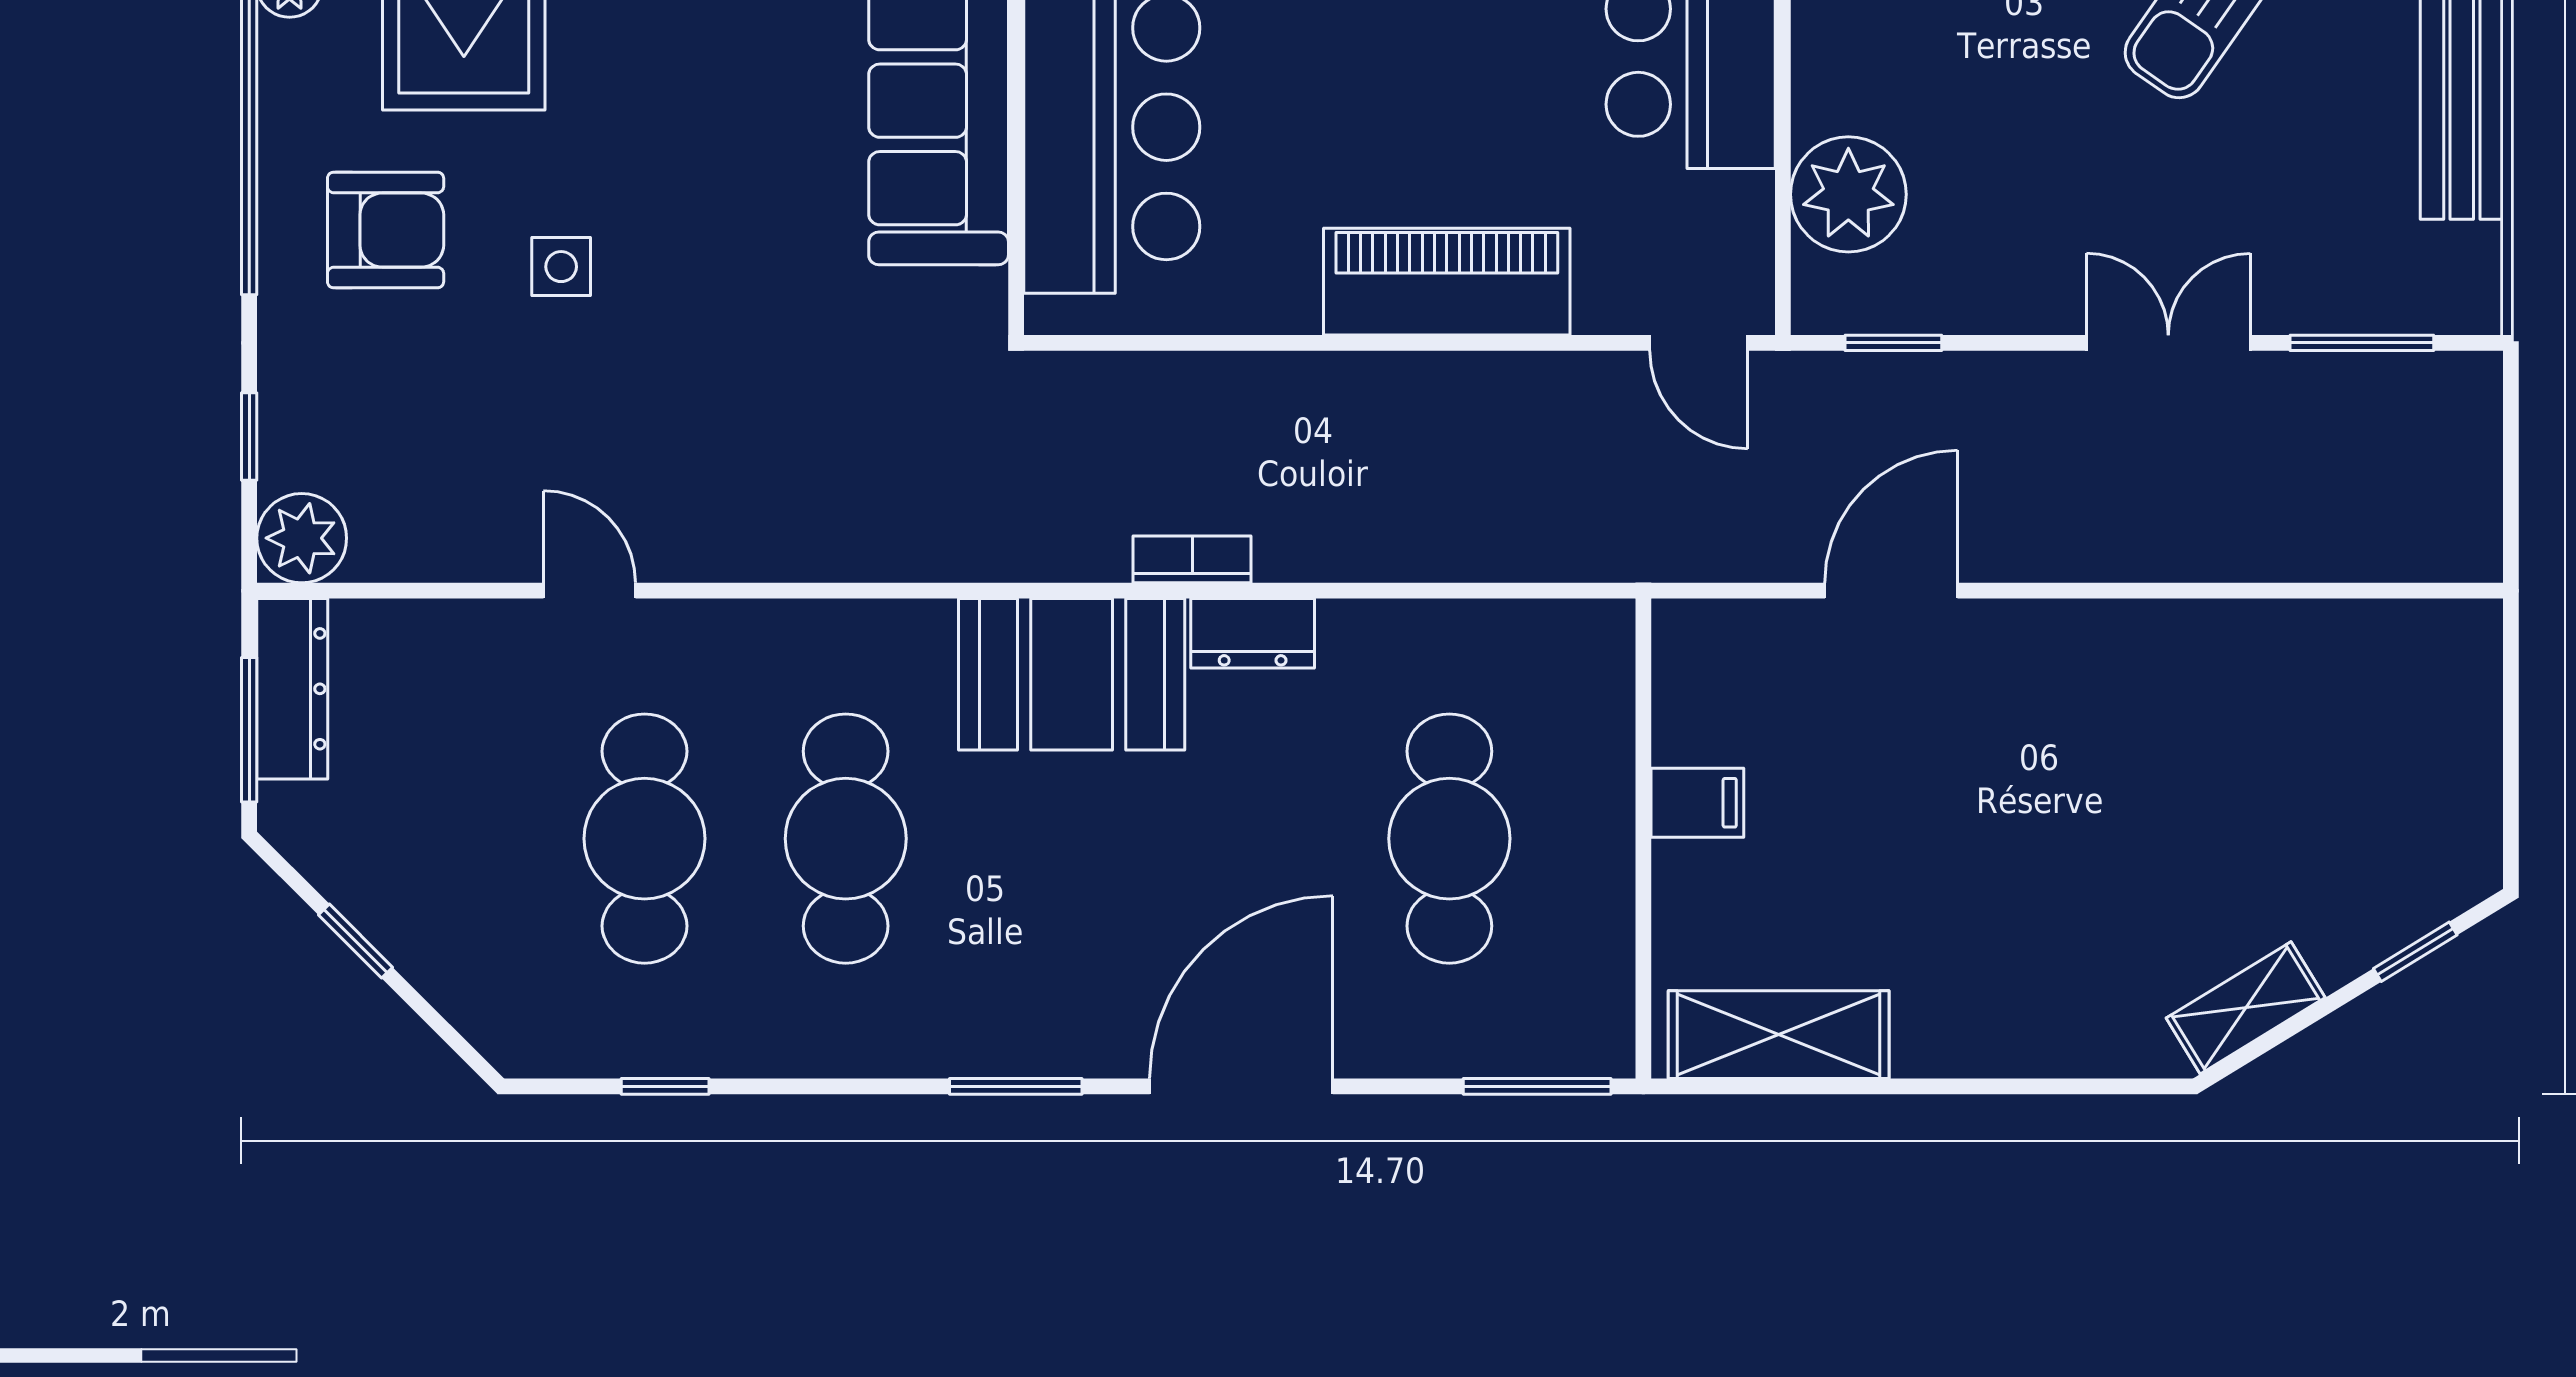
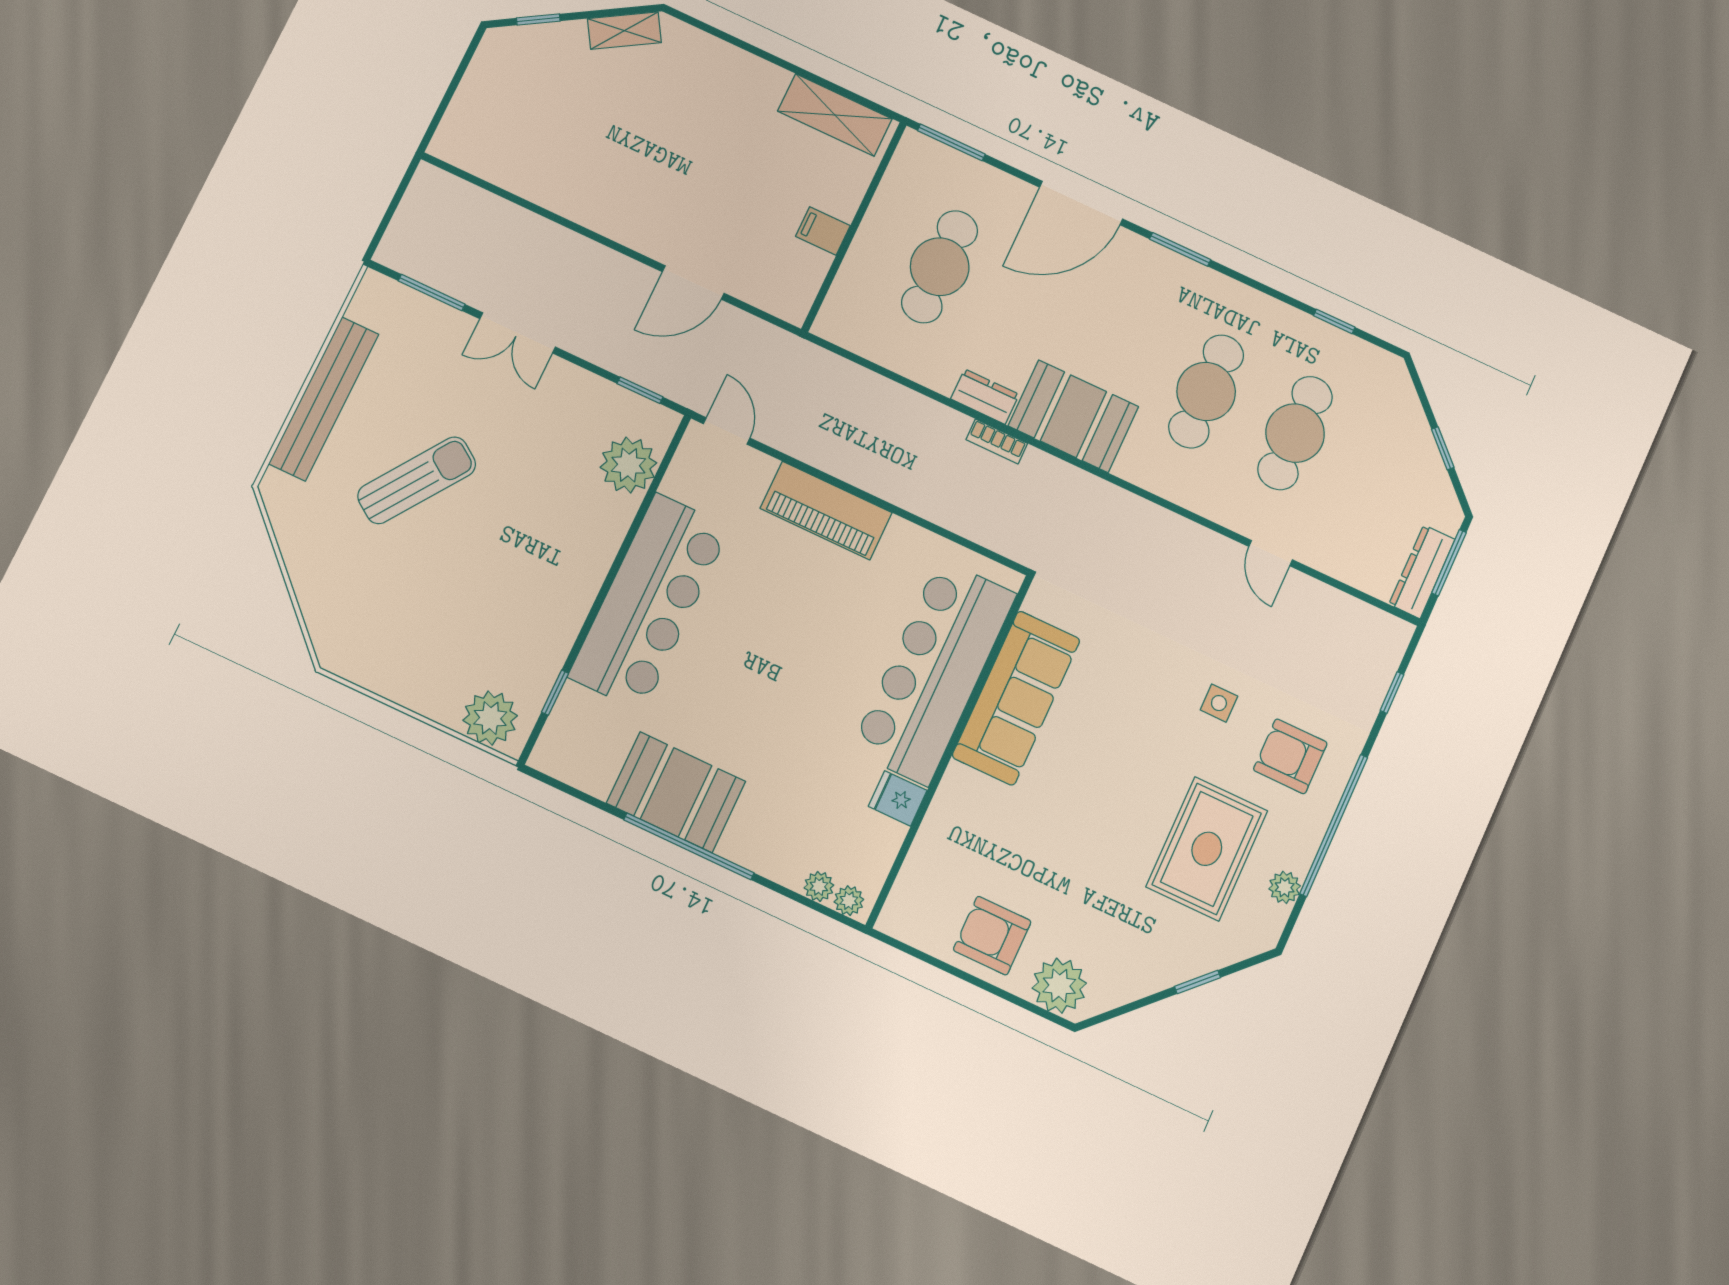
plant: (302, 538) -> (1388, 636), removed

